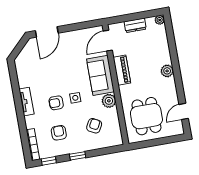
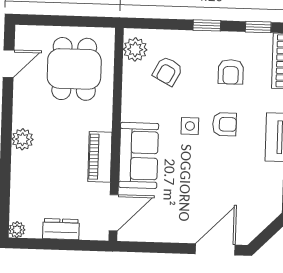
plant: (109, 101) -> (135, 49), moved

